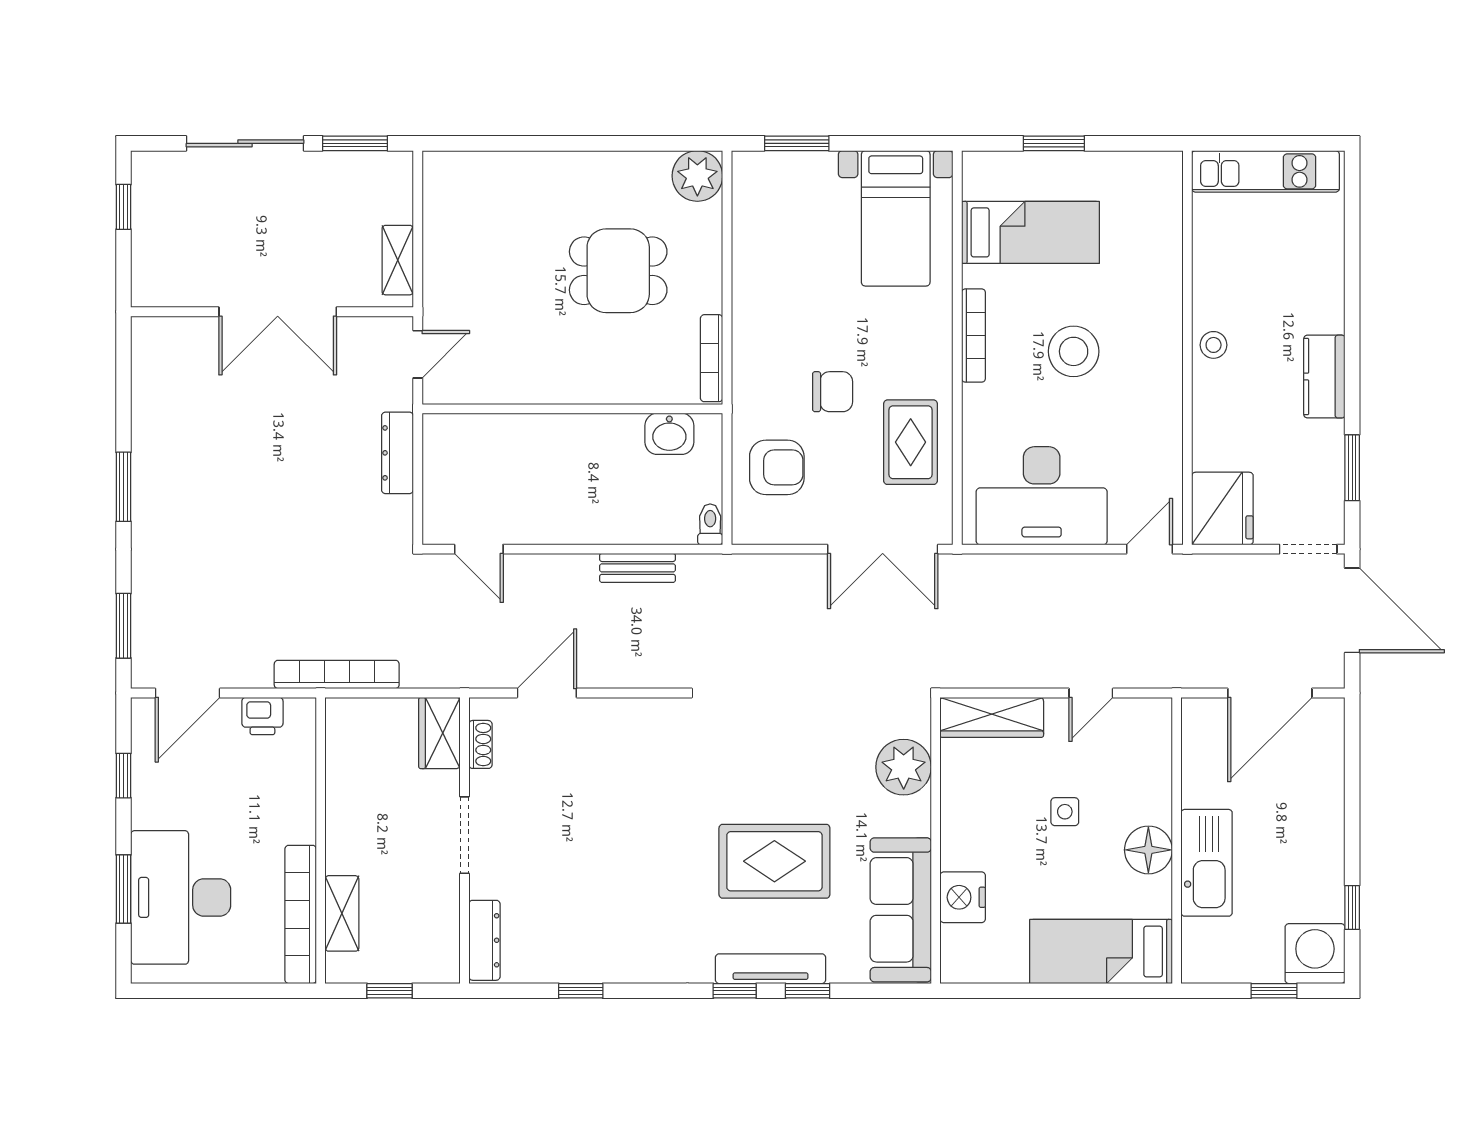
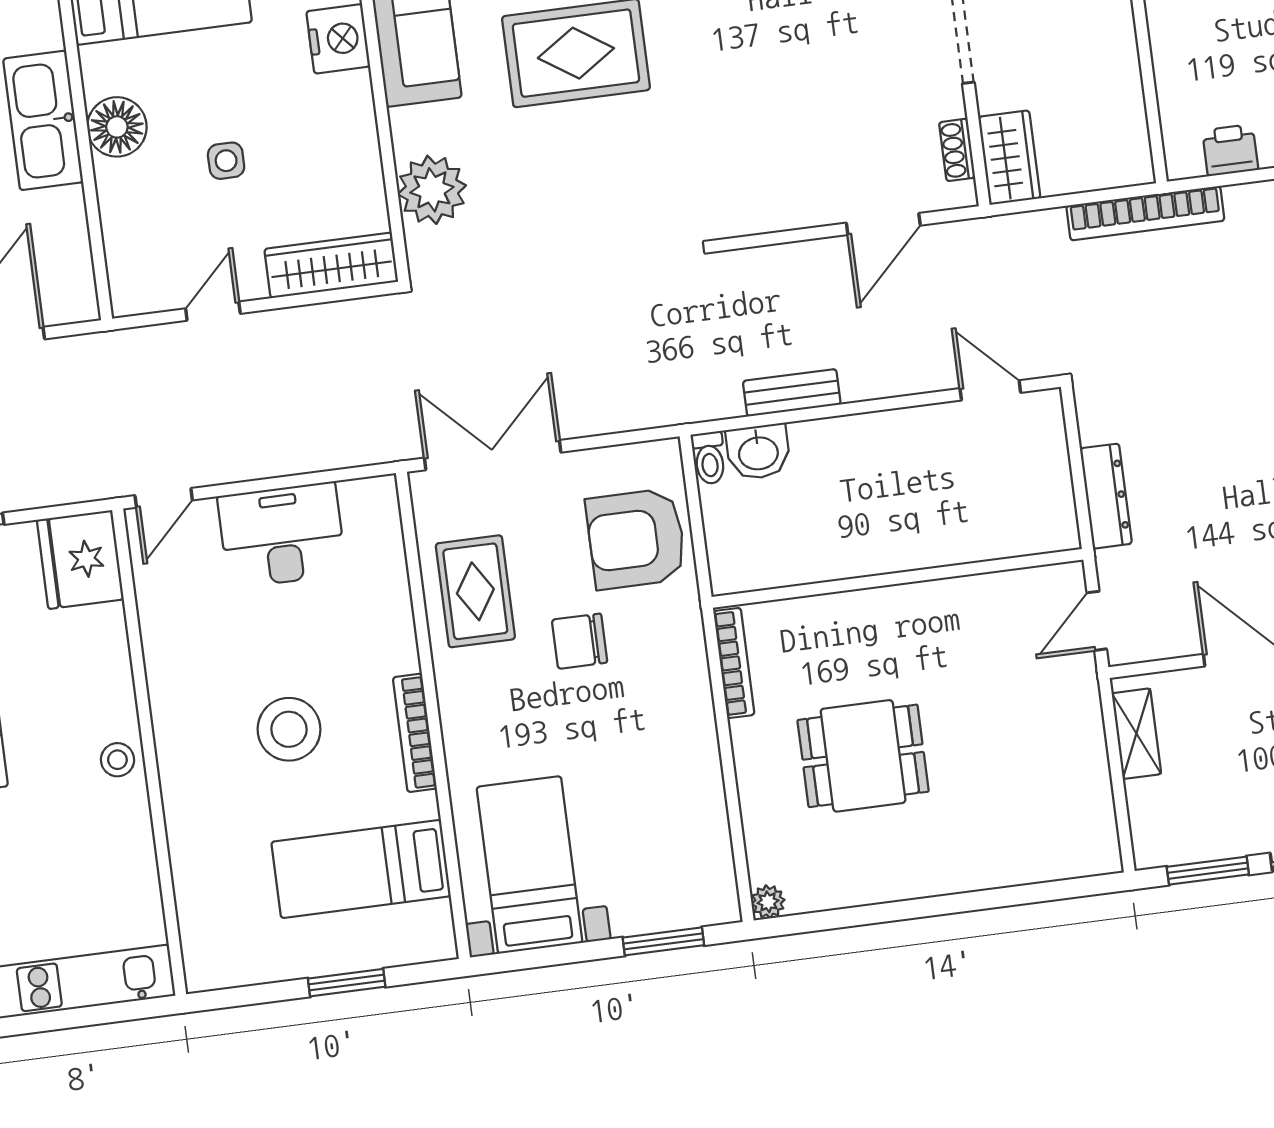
plant: (697, 176) -> (768, 902), width x0.53, depth x0.53
washbasin: (669, 434) -> (758, 452), moved, turned 180
armchair: (777, 467) -> (636, 539), width x1.36, depth x1.36
desk: (1042, 496) -> (282, 535), width x0.73, depth x0.77

